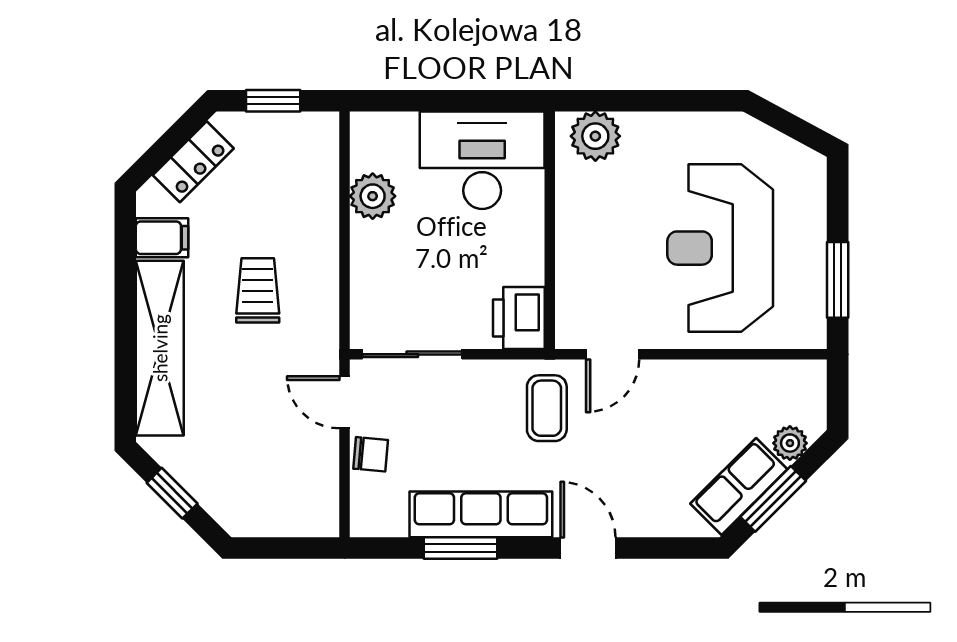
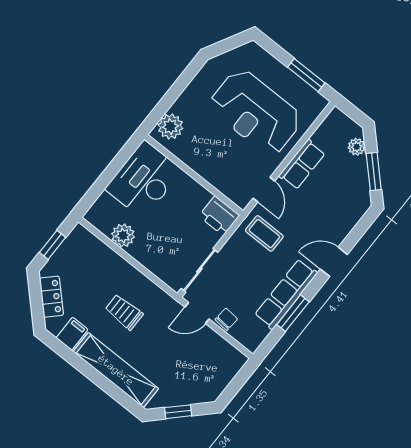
row of seats: (739, 486) -> (302, 164), moved, turned -135

